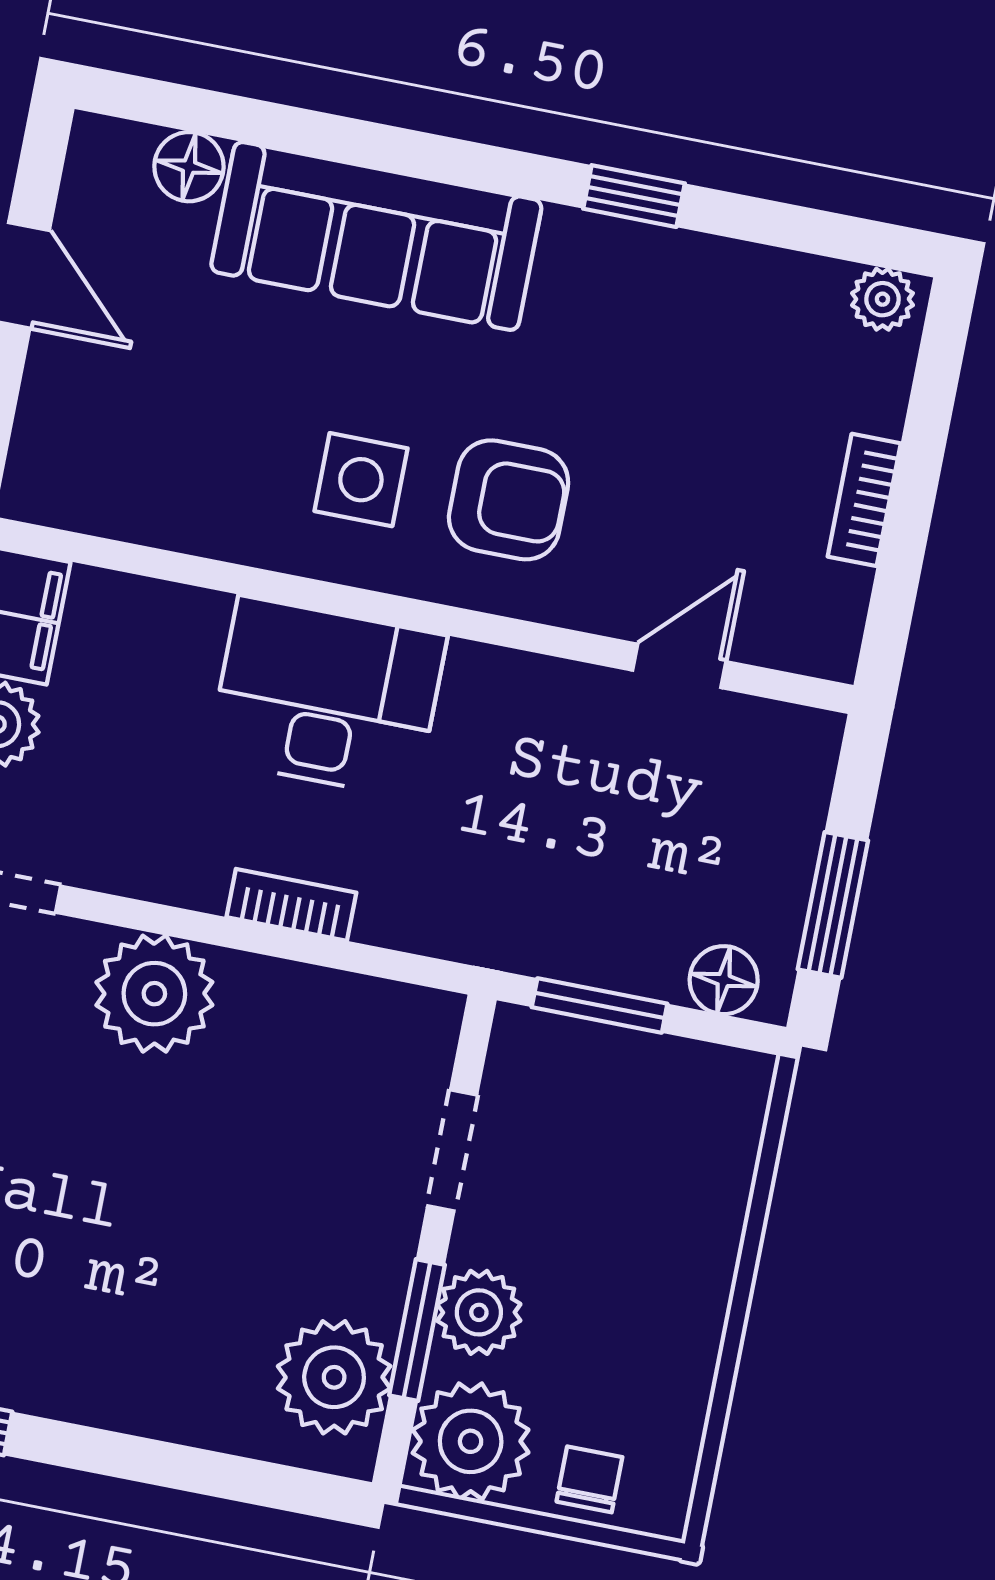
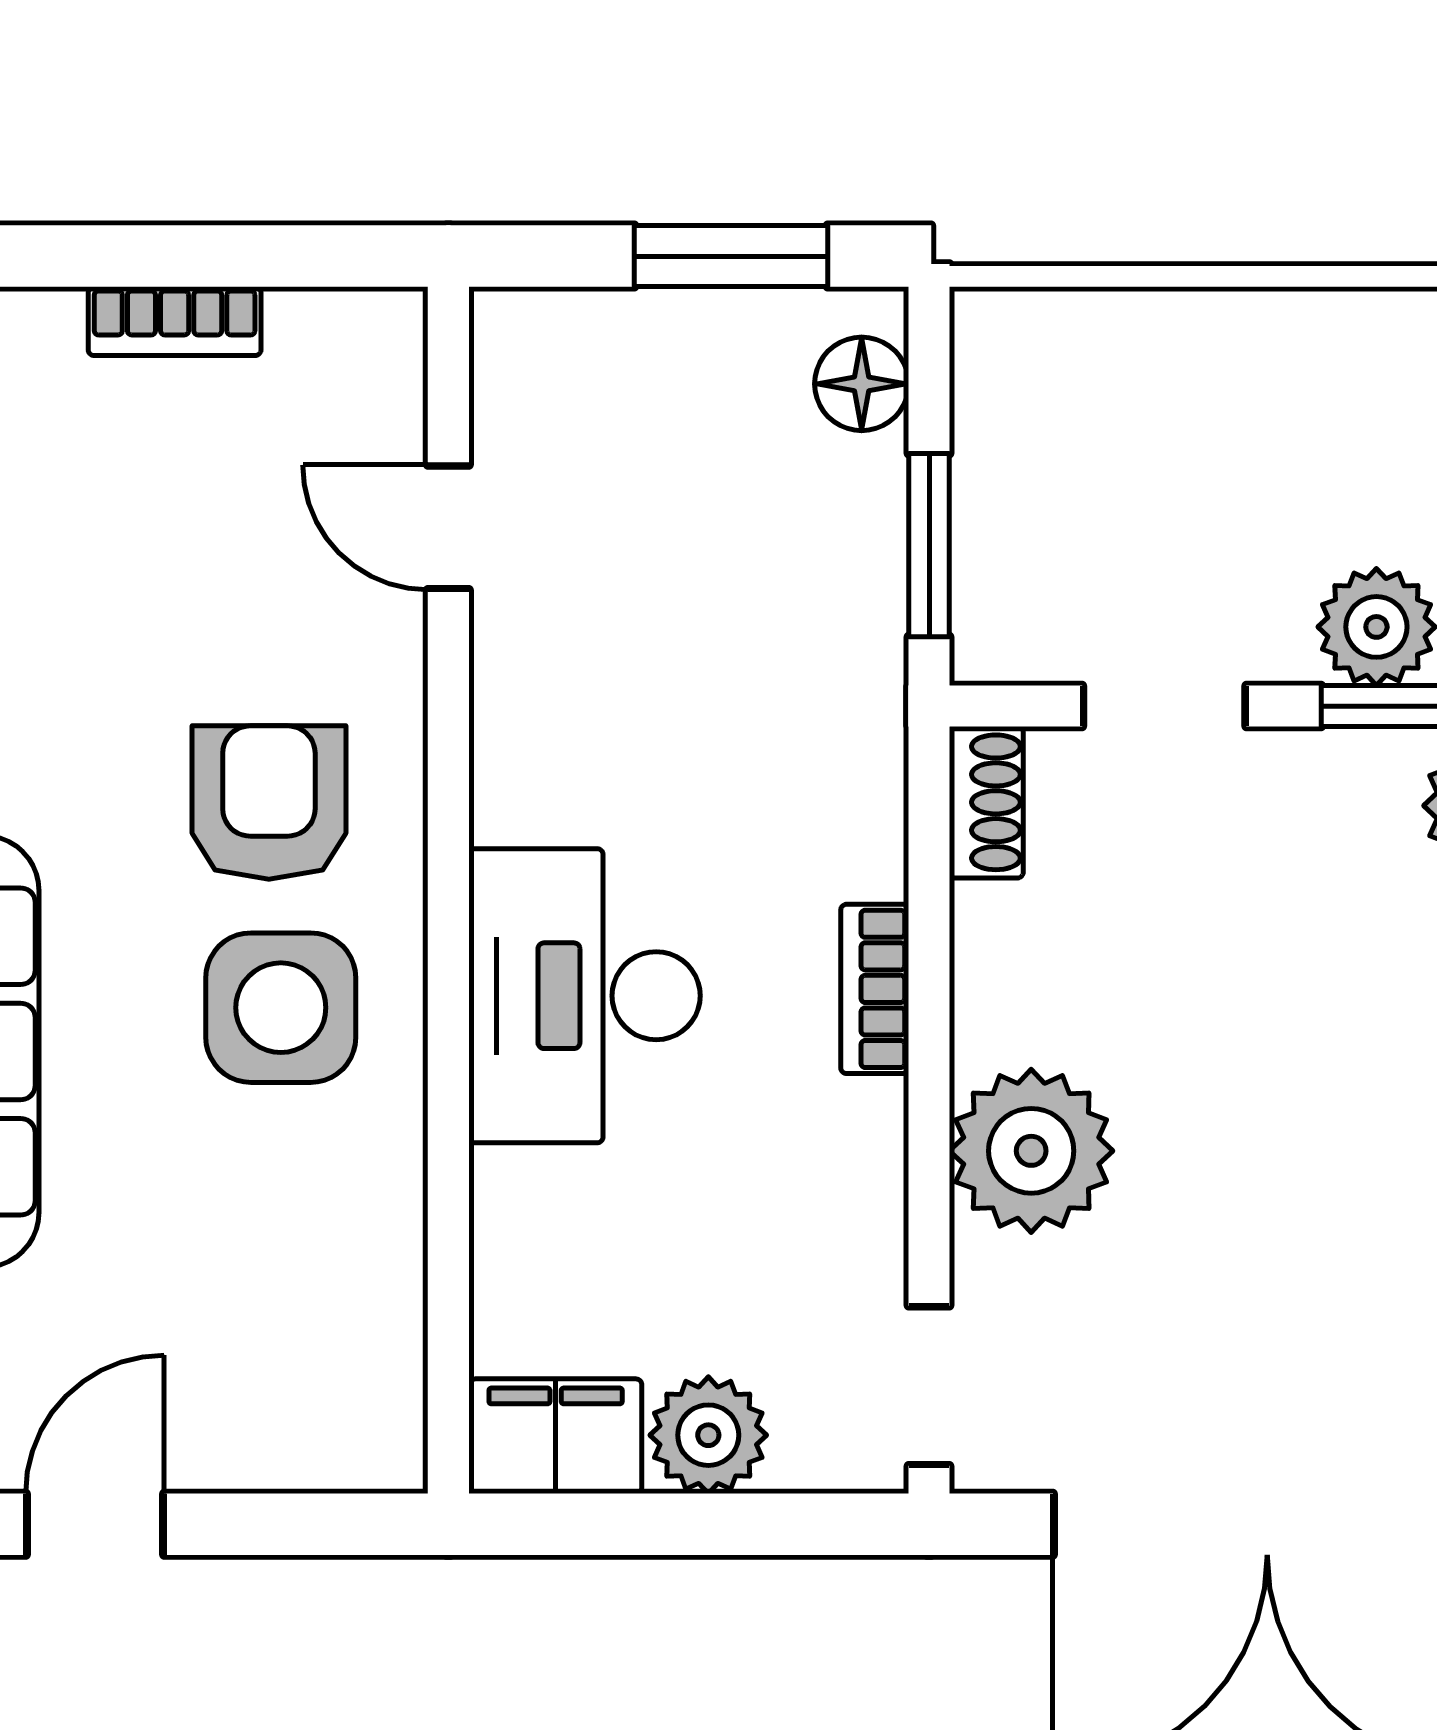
side table: (361, 480) -> (281, 1008), width x1.37, depth x1.37
shoe rack: (409, 1010) -> (986, 802), added

